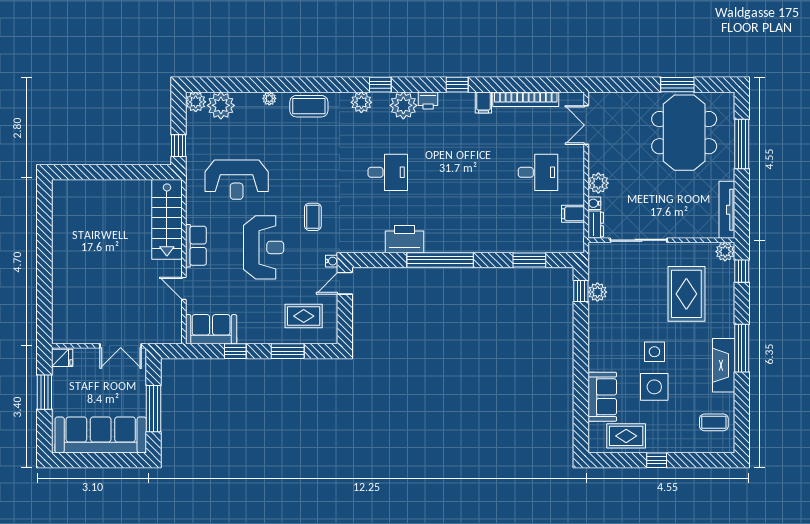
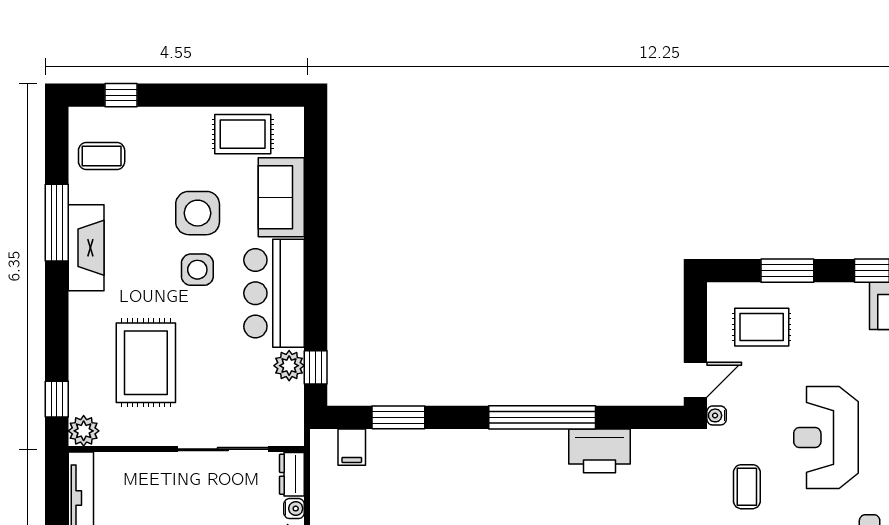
filing cabinet: (573, 214) -> (352, 447), moved, turned 90
bar counter: (607, 337) -> (274, 293), added
window: (742, 348) -> (57, 223), moved
window: (657, 460) -> (121, 95), moved

